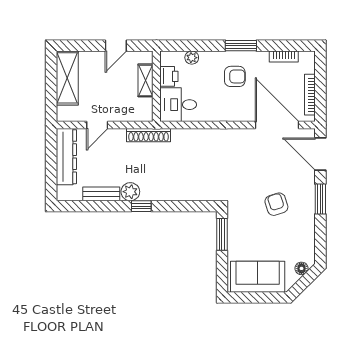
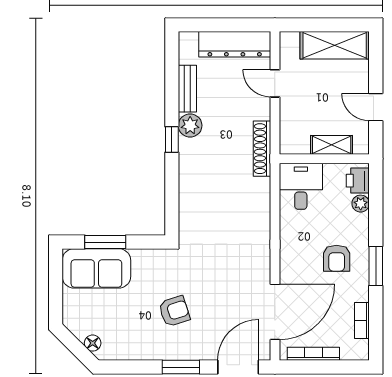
printer: (169, 76) -> (358, 181), moved, turned 90
window: (222, 234) -> (105, 242), moved
sofa: (258, 277) -> (96, 268), moved, turned 90

